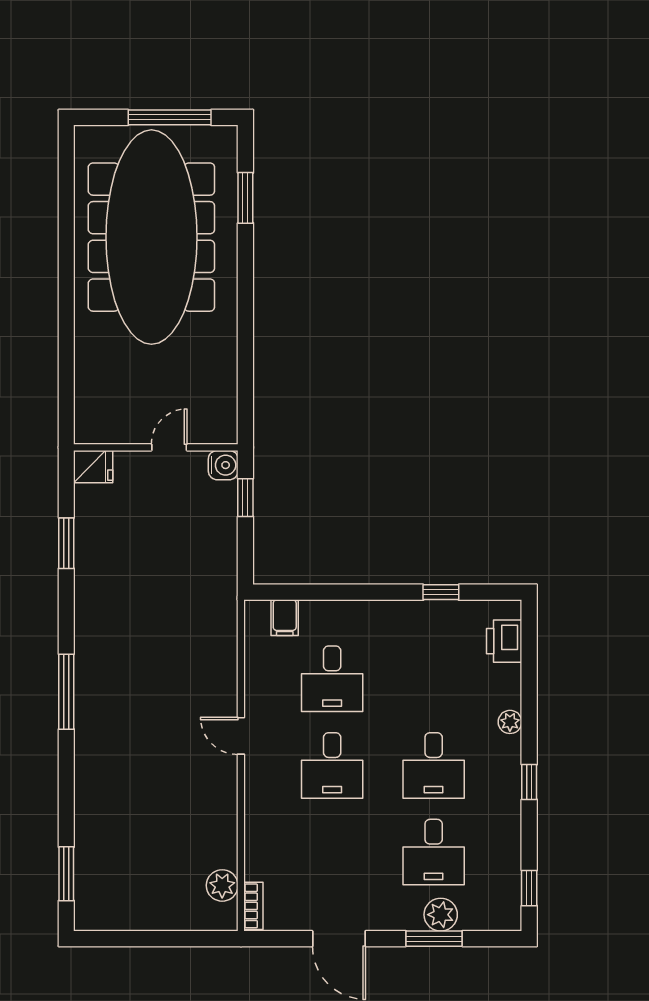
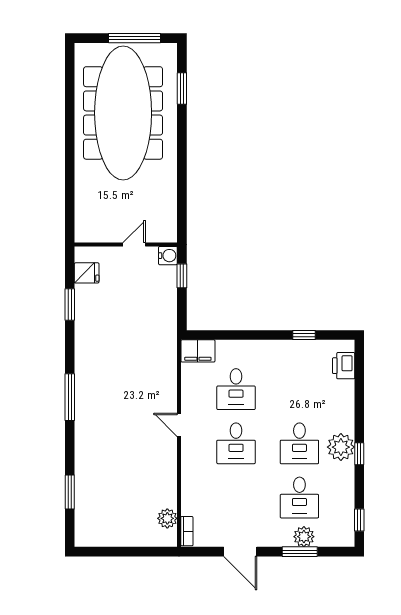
fridge: (93, 467) -> (87, 273), moved
filing cabinet: (285, 618) -> (198, 351), width x2.00
plant: (510, 722) -> (341, 447), moved, width x1.88, depth x1.88
window: (66, 874) -> (70, 492), moved

